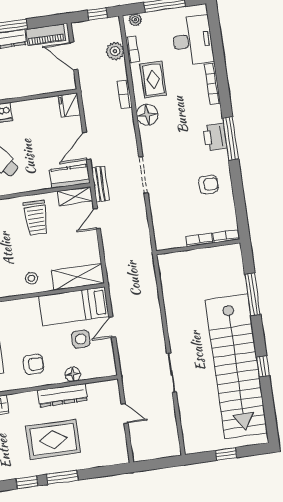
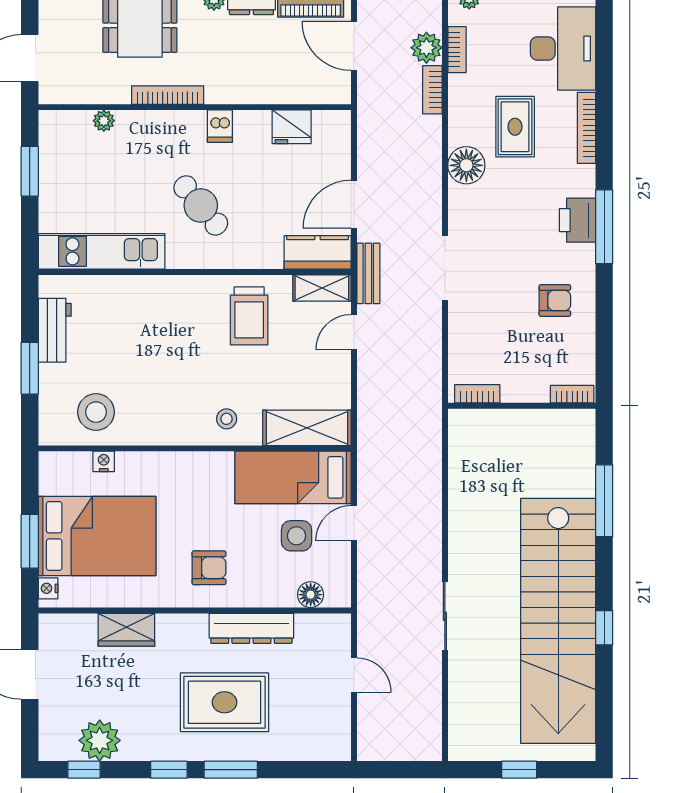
rug: (153, 80) -> (515, 127), moved
bookcase: (125, 94) -> (432, 90), moved
fridge: (69, 105) -> (292, 127), moved, turned -90
bookcase: (199, 240) -> (477, 394), moved
floor lamp: (73, 374) -> (311, 595), moved

